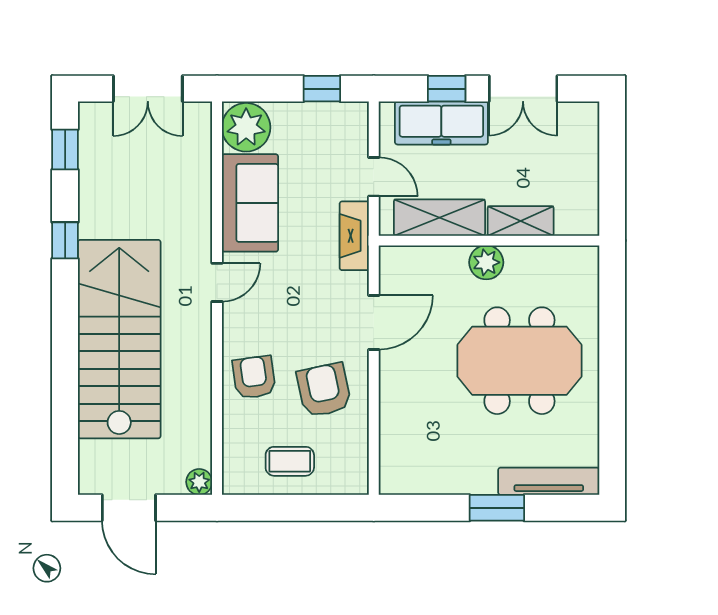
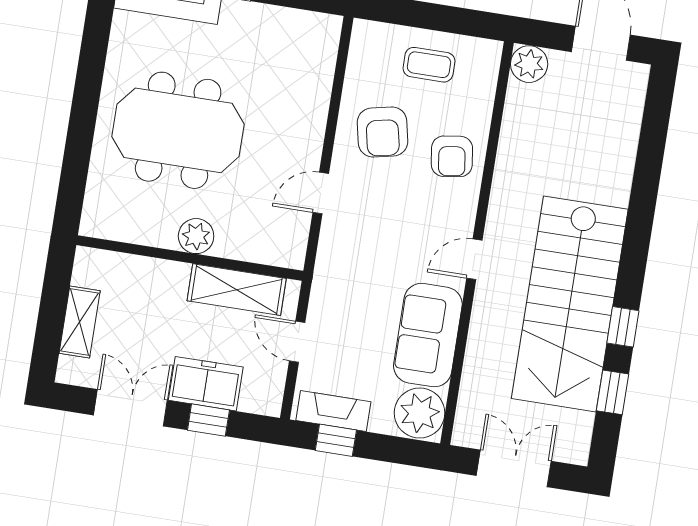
freezer: (441, 123) -> (206, 384), width x0.71
window: (65, 149) -> (612, 392), moved
shelving: (521, 221) -> (80, 322), moved, turned 90
fireplace: (354, 236) -> (333, 411), moved, turned -90
door: (374, 322) -> (321, 193), width x0.73
stairs: (119, 339) -> (570, 304), moved
plant: (199, 482) -> (529, 64), width x1.38, depth x1.38

